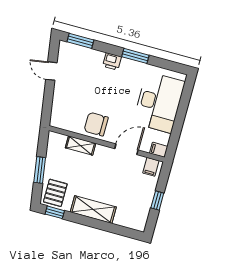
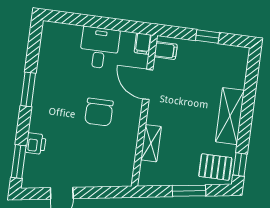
printer: (112, 61) -> (36, 144), moved
desk: (159, 102) -> (99, 48), width x0.53, depth x0.77
chair: (96, 124) -> (99, 112), moved

